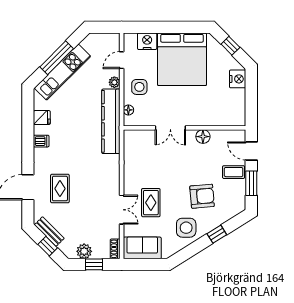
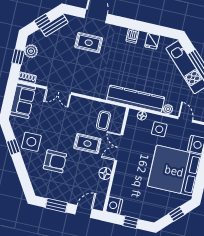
nightstand: (238, 79) -> (114, 205), moved, turned 90
window: (251, 95) -> (131, 222), added
coffee table: (234, 172) -> (104, 121), moved
armchair: (202, 196) -> (55, 161), turned -85
rug: (151, 203) -> (87, 144), moved
window: (217, 234) -> (13, 147), moved

